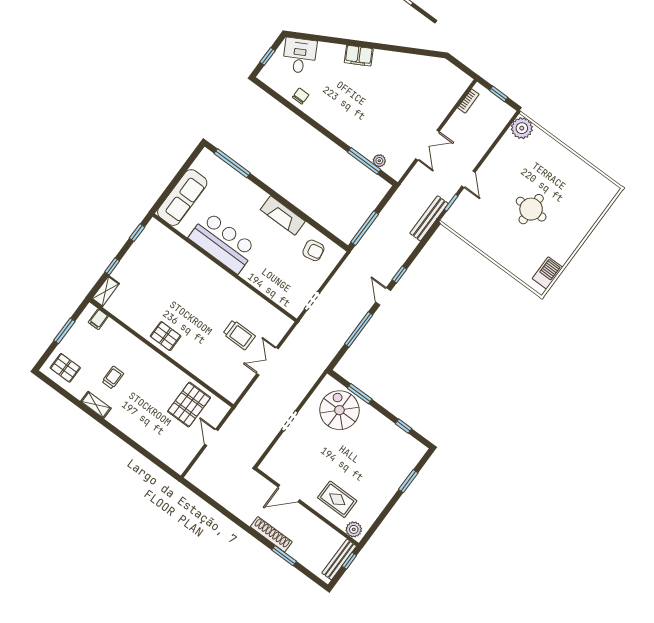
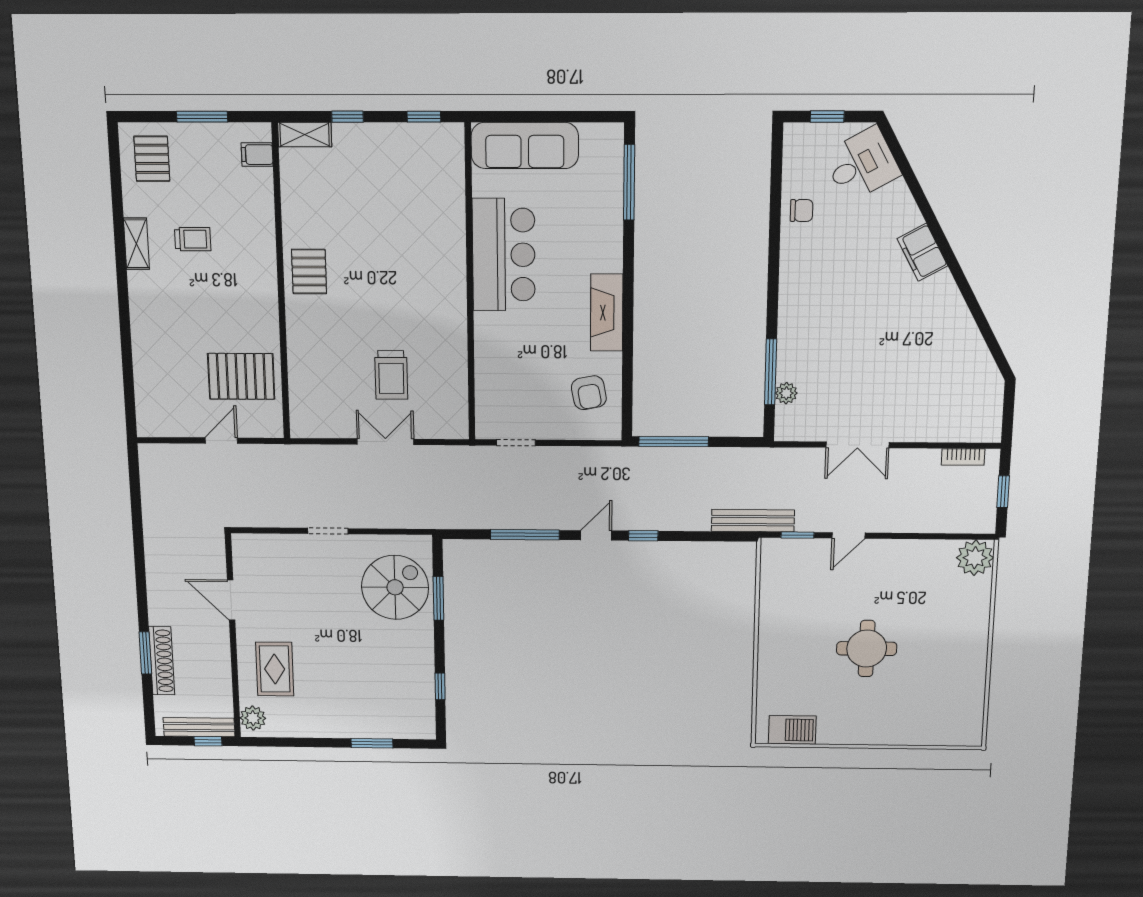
shoe rack: (271, 534) -> (162, 661), moved

